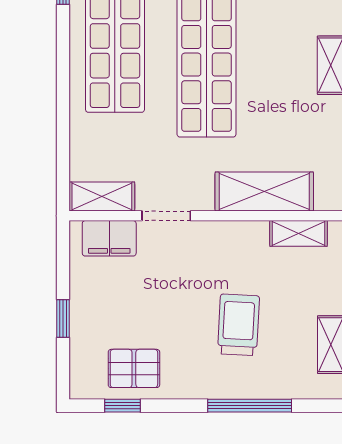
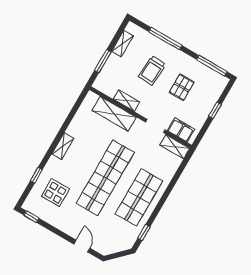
shelving: (299, 233) -> (126, 100), moved
pallet: (134, 368) -> (182, 87), moved, turned 90
window: (122, 406) -> (212, 66), width x2.17

